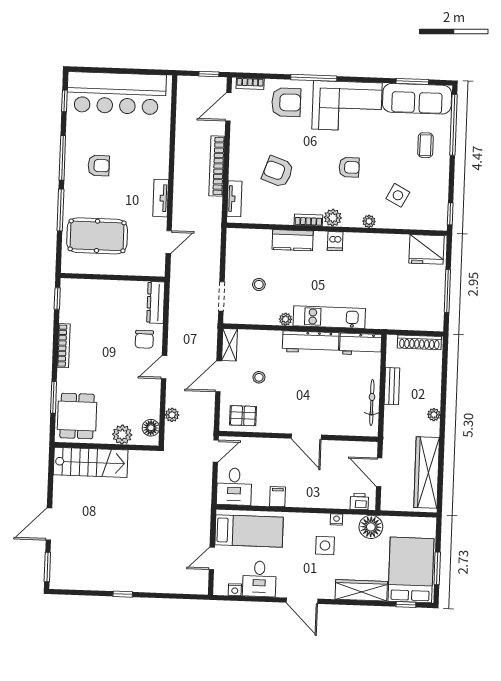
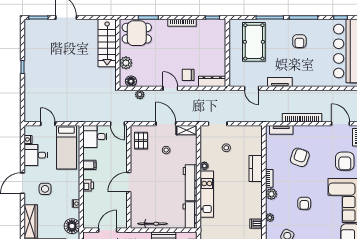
dishwasher: (335, 241) -> (256, 224), moved
printer: (359, 502) -> (88, 185), moved
side table: (325, 545) -> (45, 189), moved

